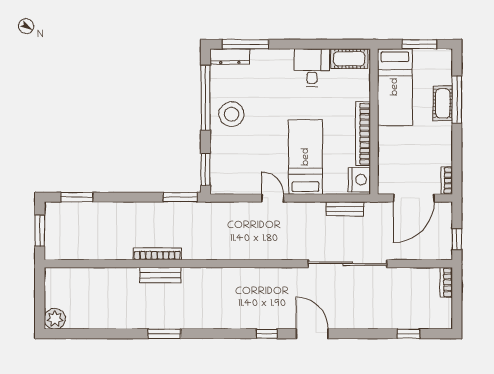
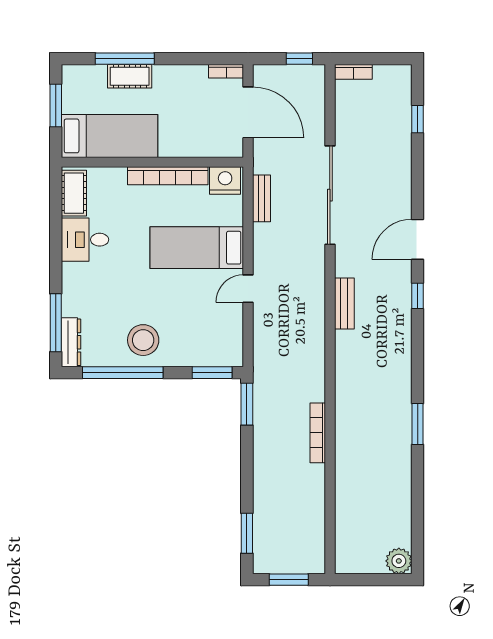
bench: (160, 275) -> (344, 303), moved

